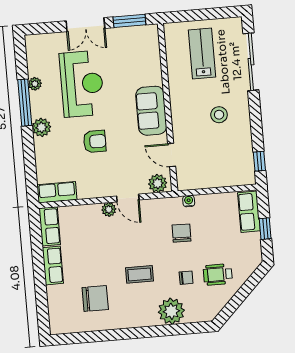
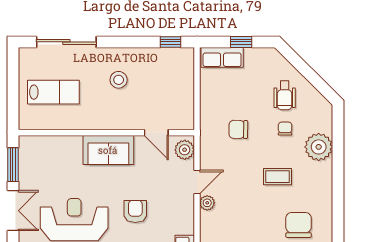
lab bench: (202, 53) -> (53, 92), turned 180
door: (172, 155) -> (156, 133), hinge flipped
water cooler: (189, 201) -> (206, 119), removed
coffee table: (140, 274) -> (278, 177), turned 90

